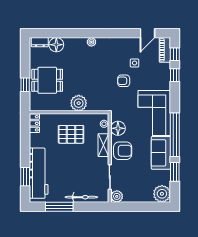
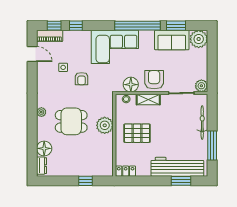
dining table: (47, 80) -> (71, 121), moved, turned 90
pallet: (71, 134) -> (137, 133), turned 90
sofa: (161, 153) -> (172, 40), moved

